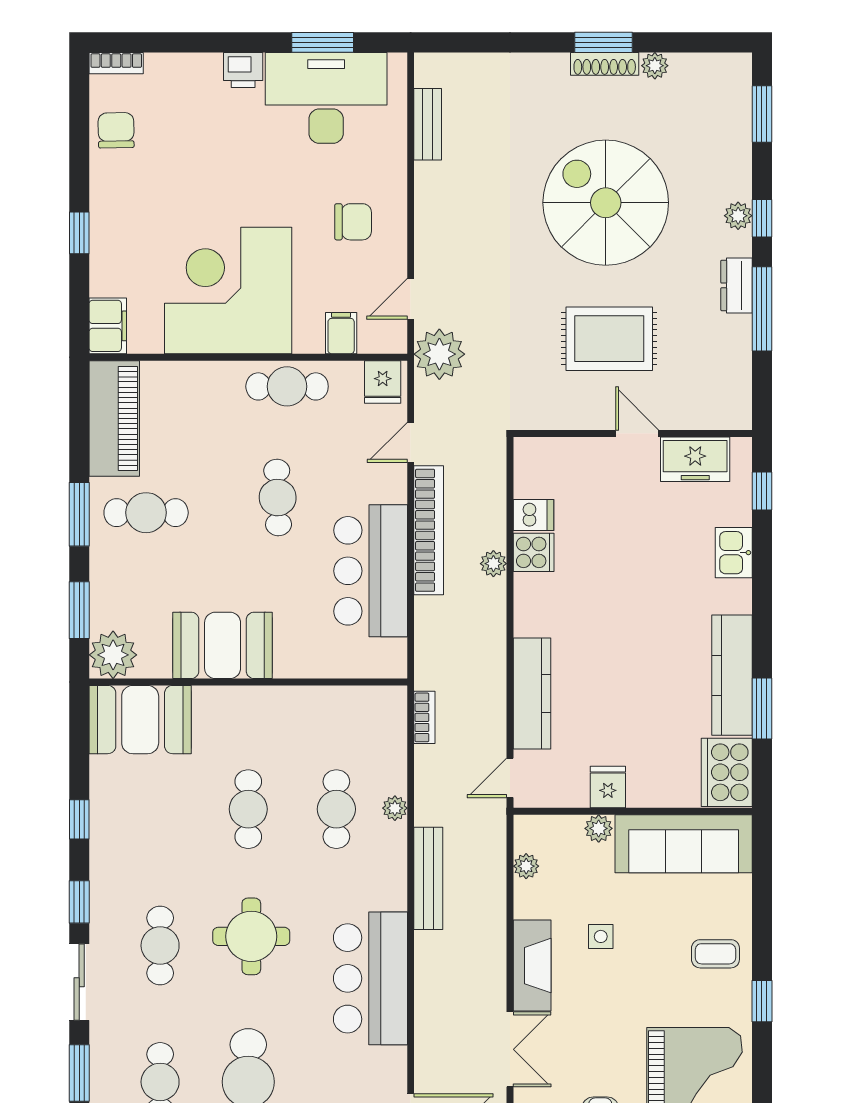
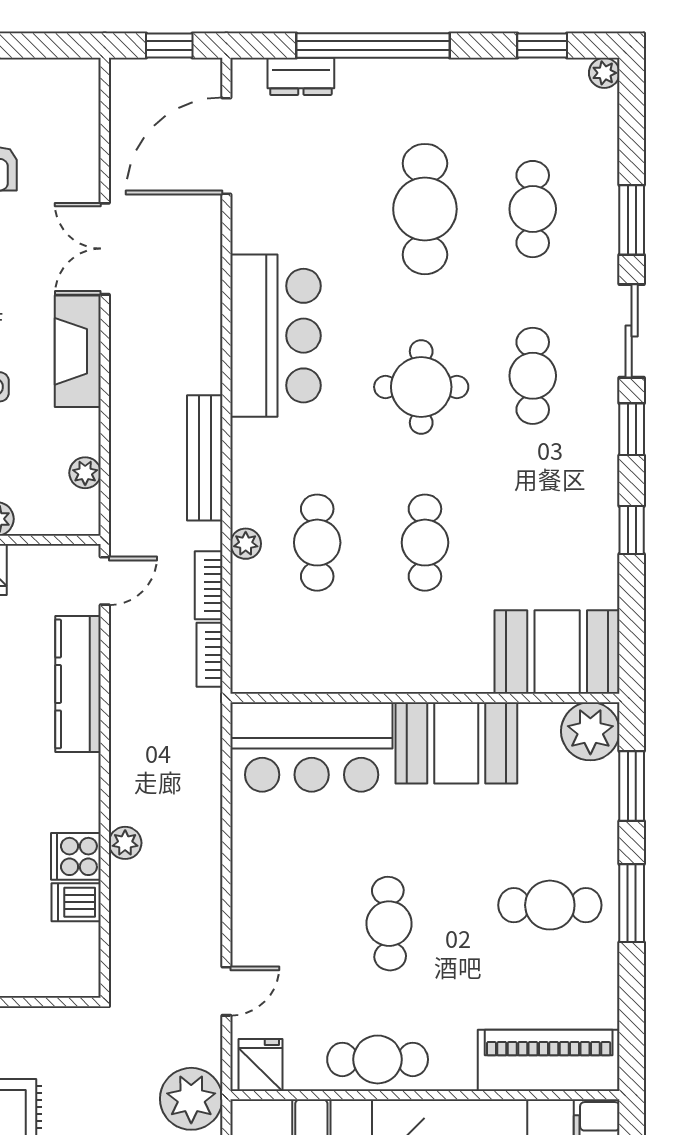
piano: (114, 418) -> (549, 1060), moved, turned 90
bookcase: (429, 530) -> (209, 585), moved, width x0.43, depth x0.76
bar counter: (371, 571) -> (312, 747), moved, turned 90

